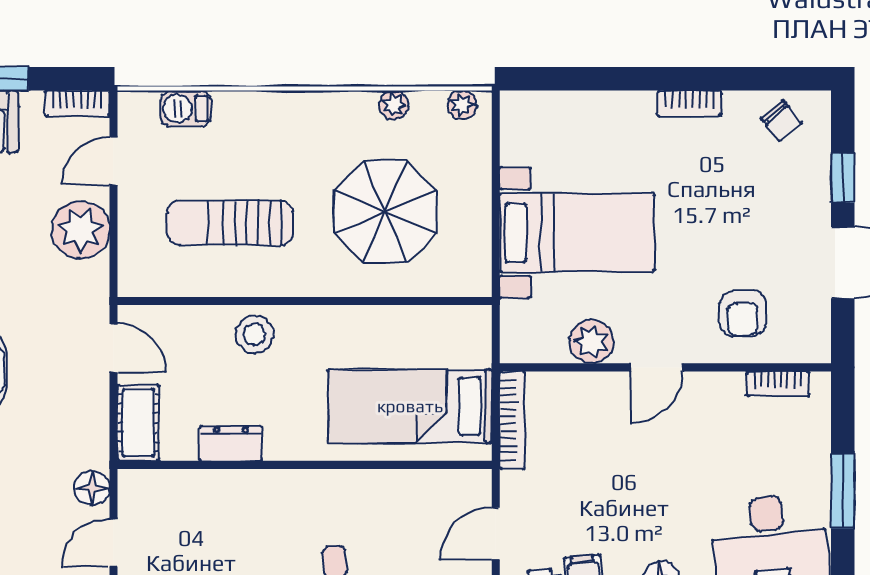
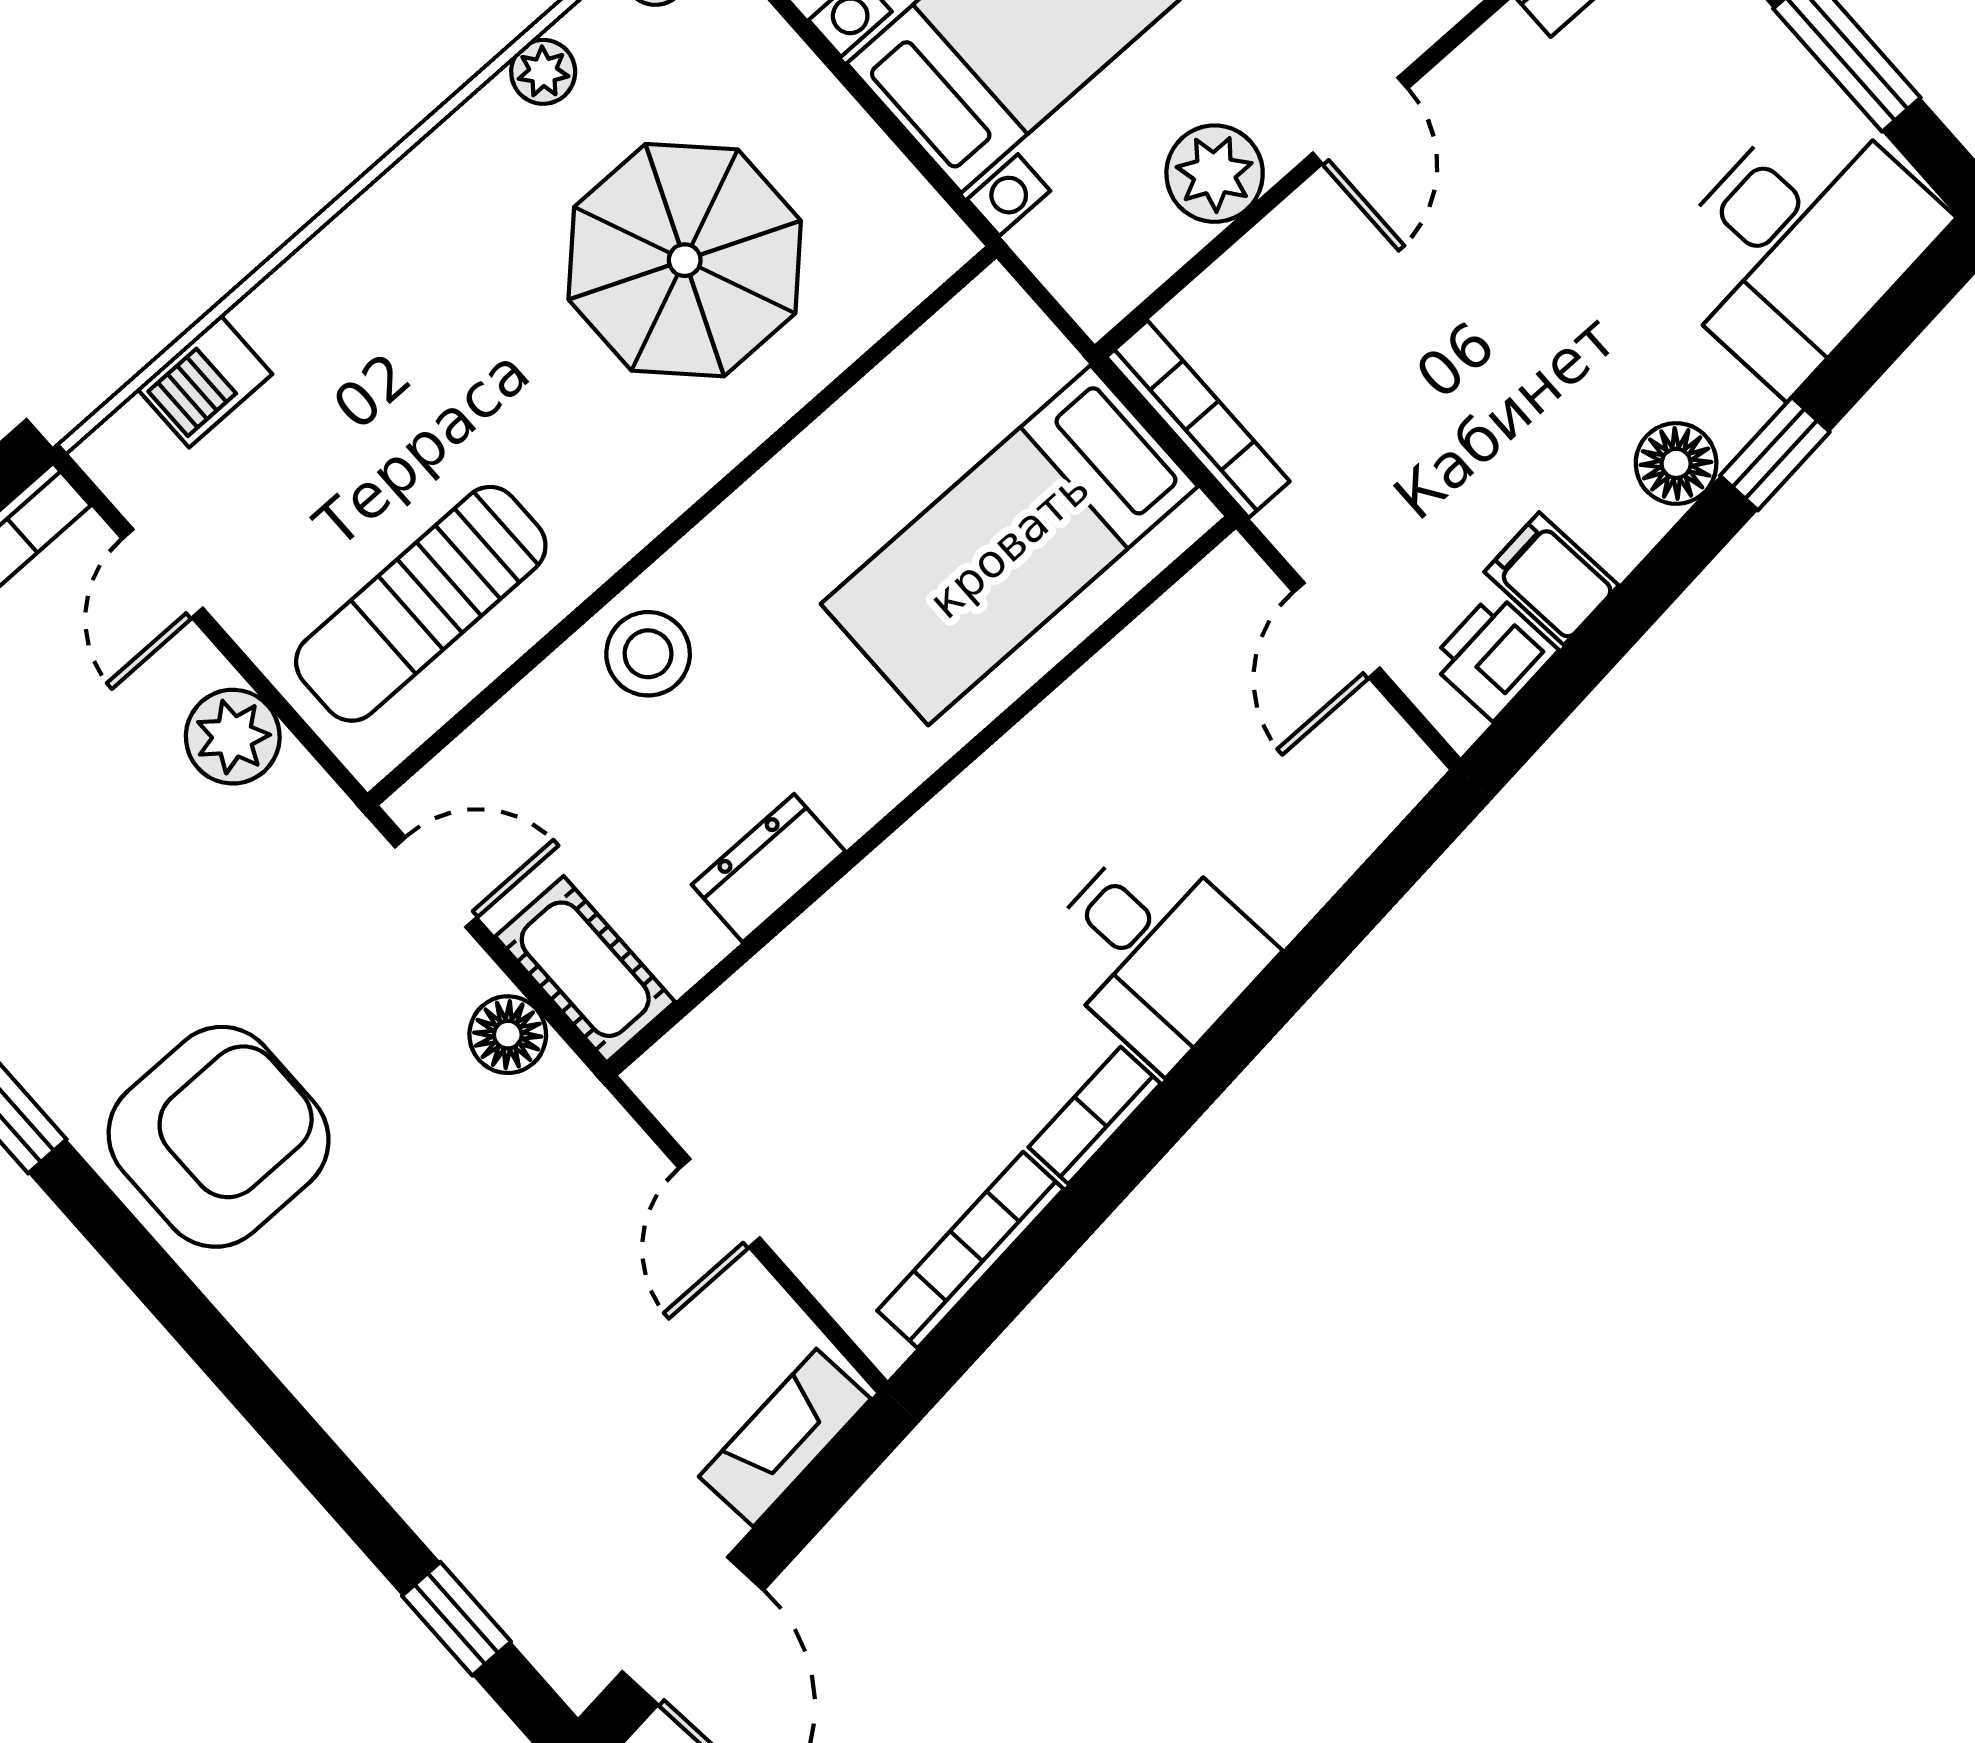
sun lounger: (230, 223) -> (421, 604), moved
plant: (81, 230) -> (233, 737), width x0.73, depth x0.73
floor lamp: (92, 488) -> (508, 1035), moved

